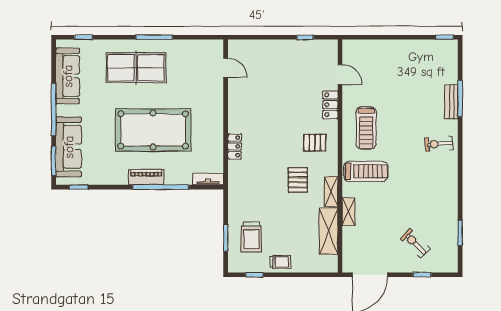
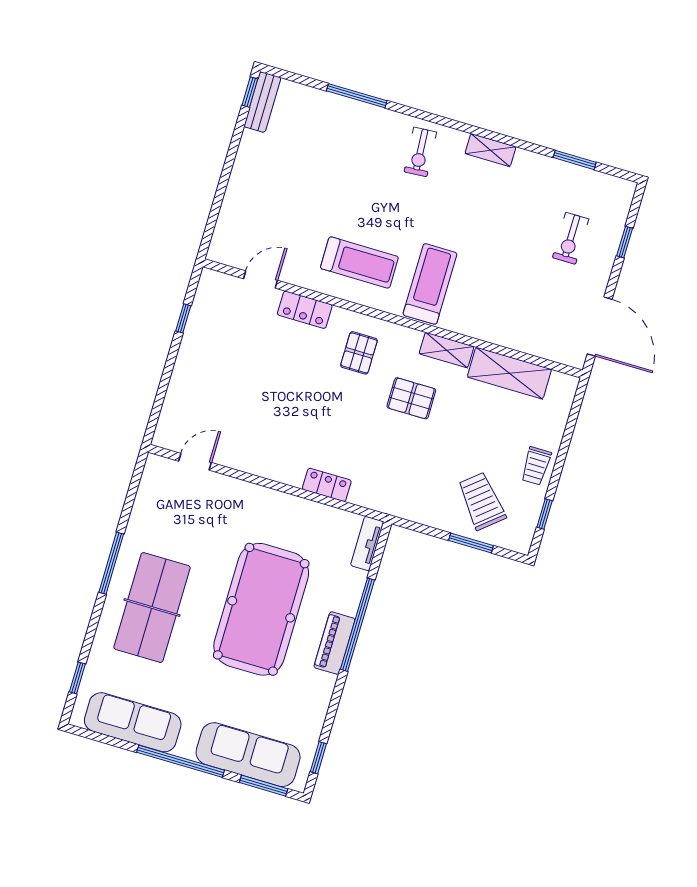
bench: (451, 102) -> (262, 102), moved, turned 90
shelving: (348, 212) -> (490, 150), moved
trolley: (251, 237) -> (482, 501), turned -130
exercise bike: (415, 243) -> (571, 238), turned -45
trolley: (280, 262) -> (536, 466), turned 180

